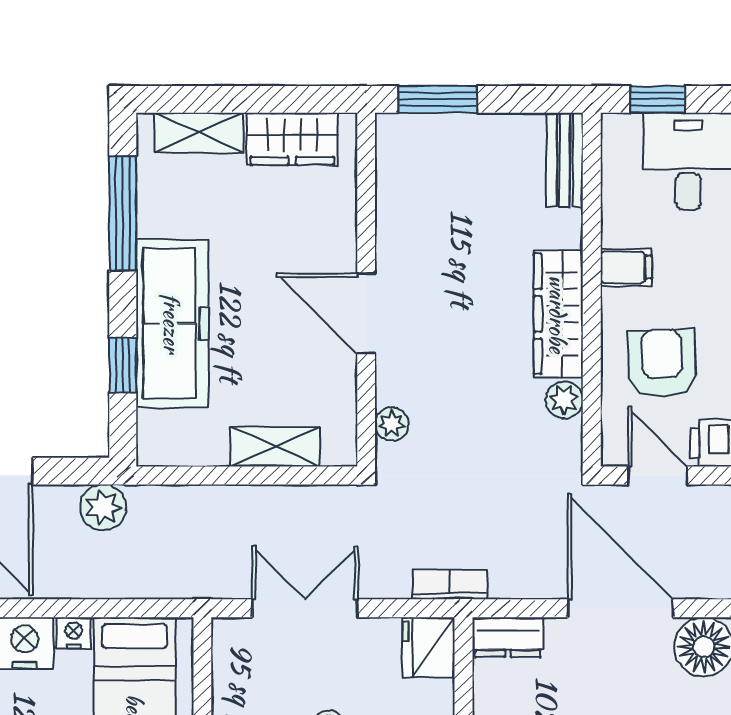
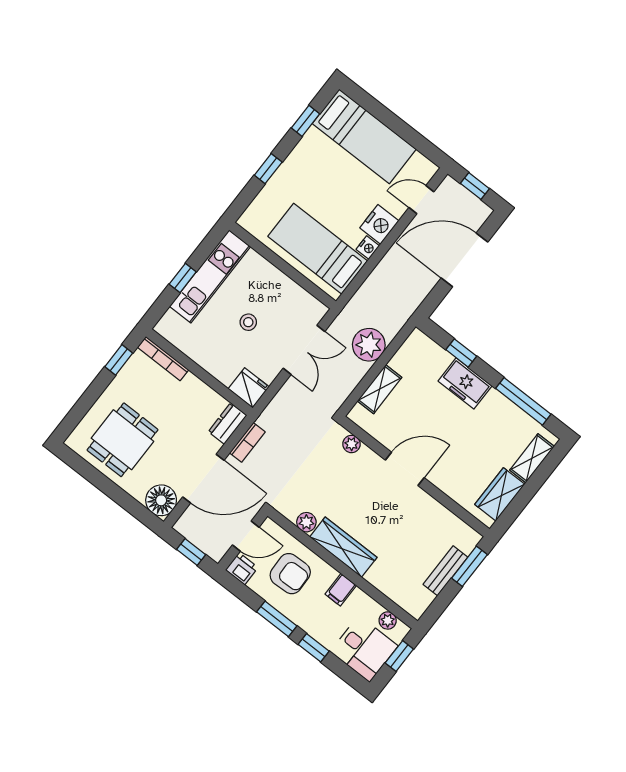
plant: (617, 159) -> (388, 620), added
bench: (565, 160) -> (445, 571), moved, turned 90
freezer: (172, 323) -> (465, 383), width x0.52, depth x0.79
plant: (103, 507) -> (369, 345), moved, width x1.36, depth x1.36
bookcase: (450, 584) -> (247, 442), moved

